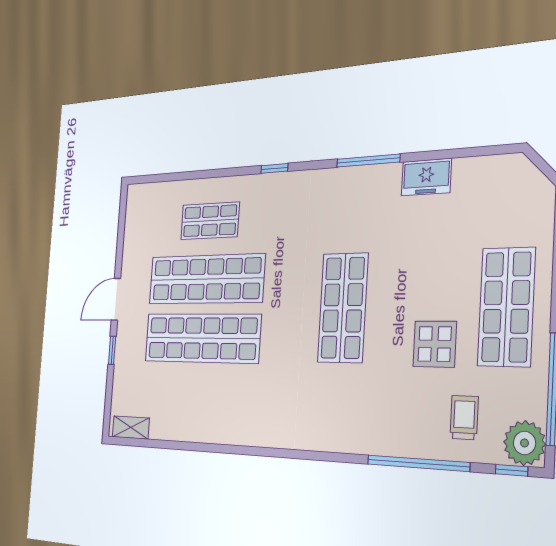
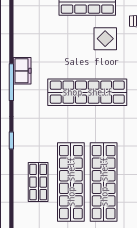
freezer: (426, 177) -> (22, 71), moved
shop shelf: (343, 308) -> (87, 92), width x1.40

